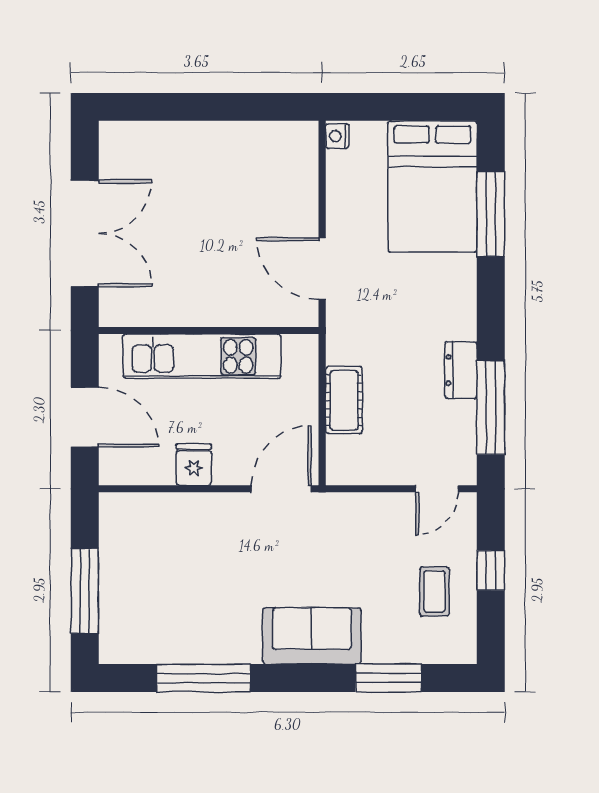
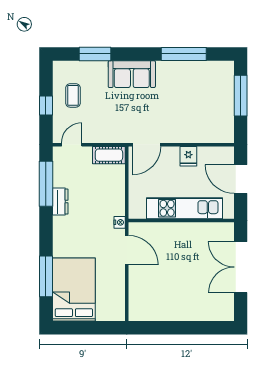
nightstand: (337, 136) -> (120, 222), moved
cot: (344, 400) -> (109, 155), moved, turned 90

